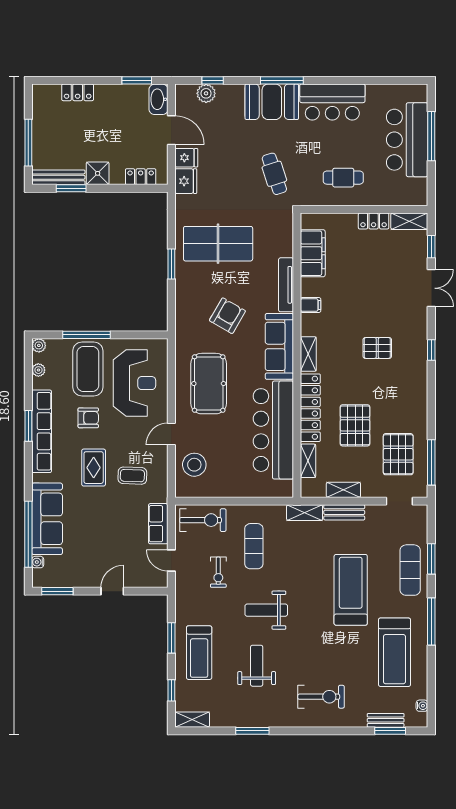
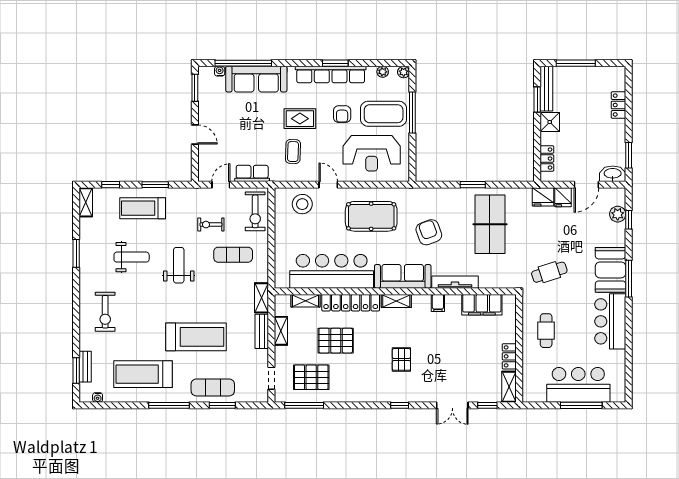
armchair: (227, 316) -> (429, 232), turned -140

